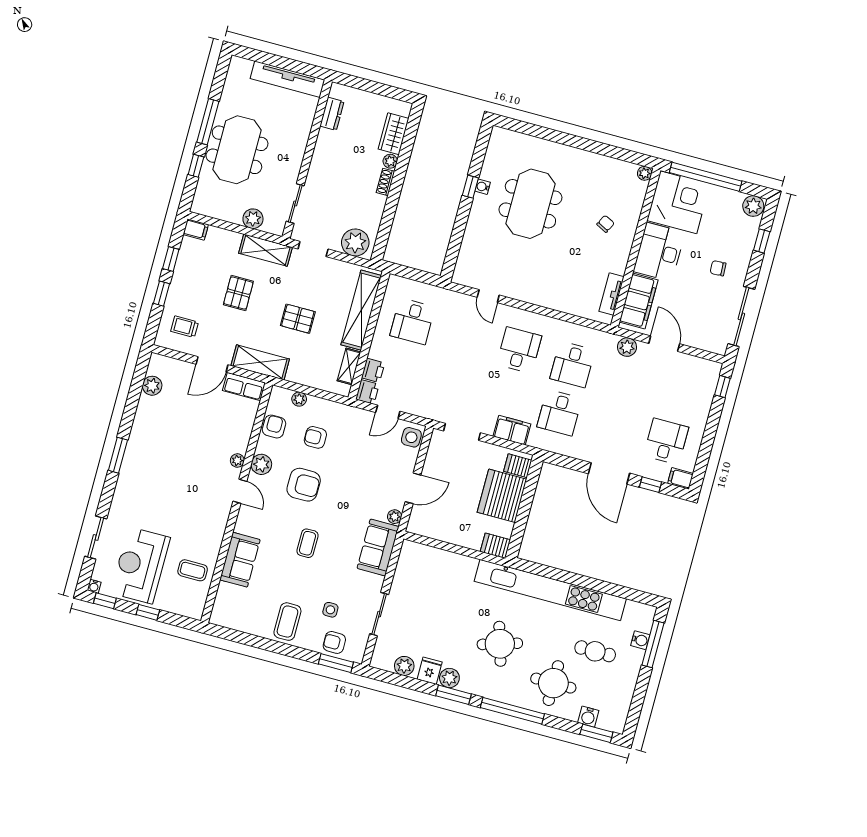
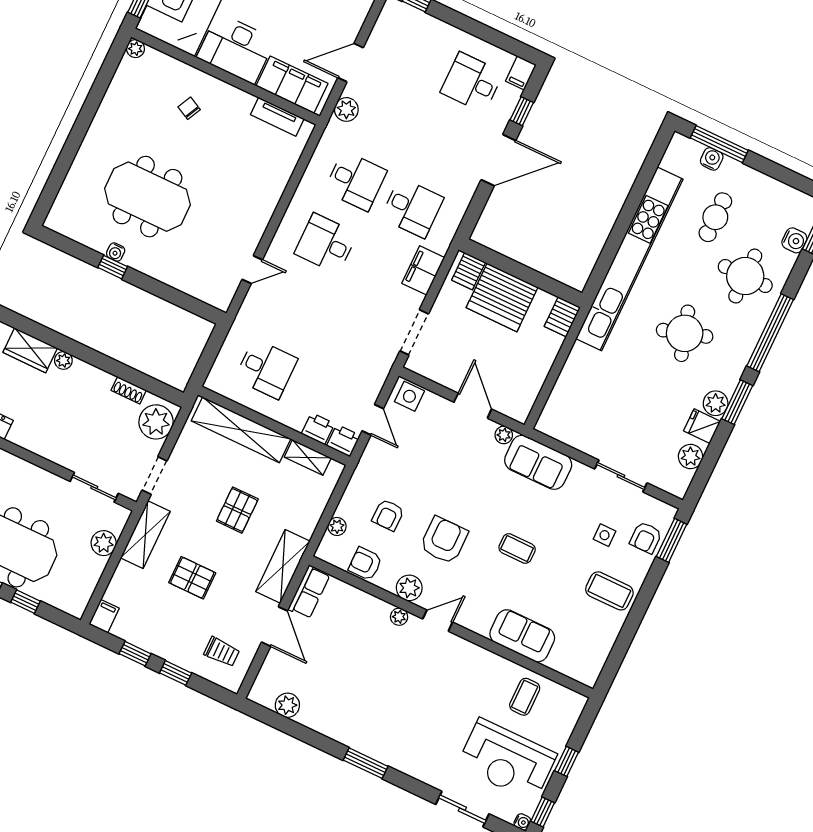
shoe rack: (386, 182) -> (129, 390), moved
trolley: (185, 327) -> (222, 652), turned -90

